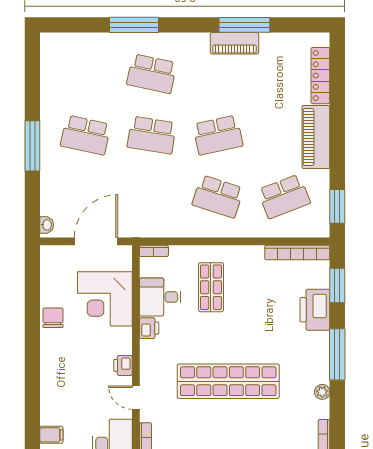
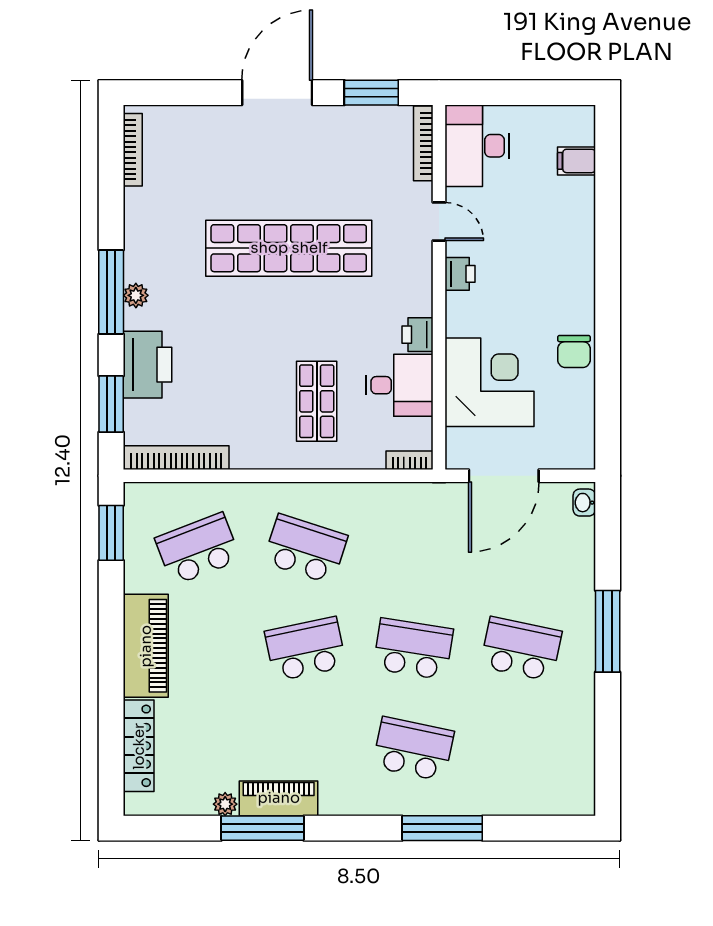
plant: (267, 40) -> (225, 804), added
plant: (322, 392) -> (136, 295), moved

